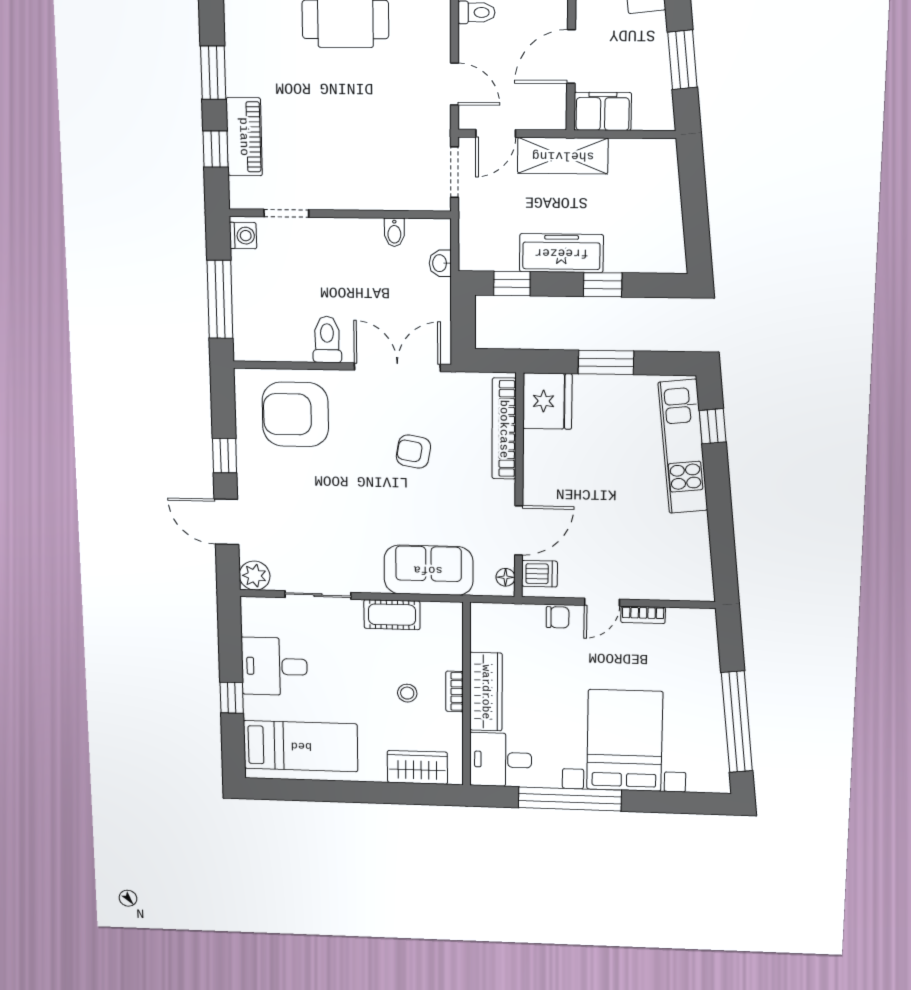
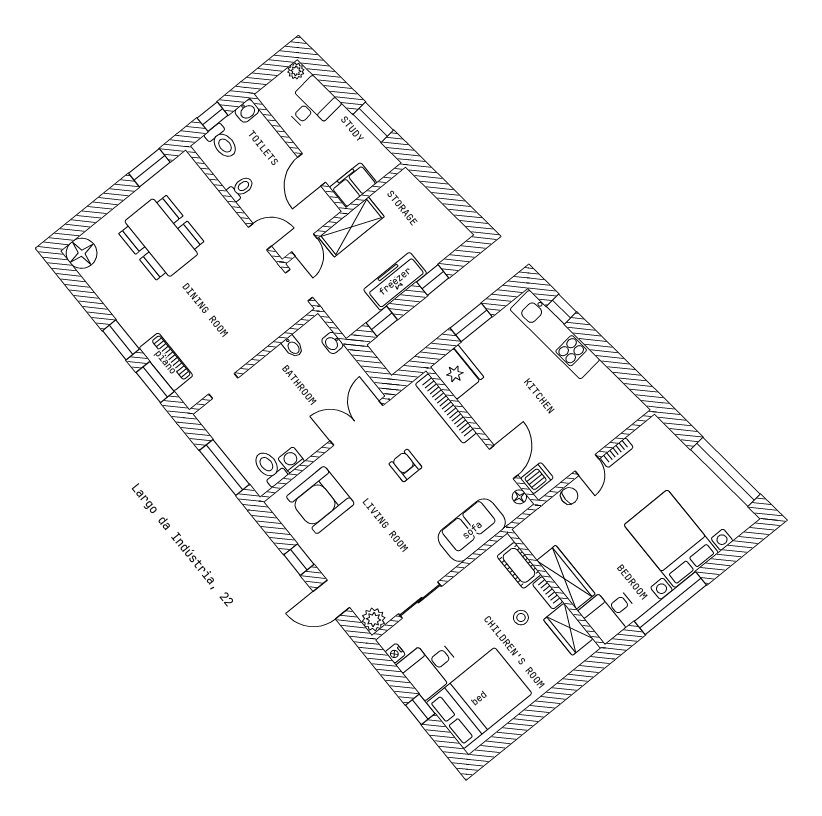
window: (215, 149) -> (155, 382), width x1.50
washing machine: (243, 236) -> (291, 460), moved, turned -90
toilet: (327, 339) -> (269, 468), moved
armchair: (413, 452) -> (405, 466), turned 80
cot: (392, 615) -> (519, 565), moved, turned 90
nightstand: (250, 625) -> (395, 653), added
bed: (301, 746) -> (479, 698), width x1.50
wardrobe: (417, 767) -> (568, 629), moved, turned -90

